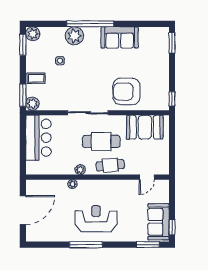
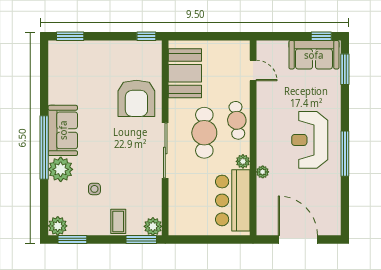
sofa: (120, 37) -> (63, 130), moved
bar counter: (38, 138) -> (233, 200), moved, turned -90

